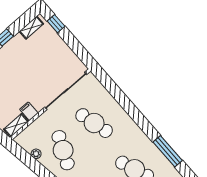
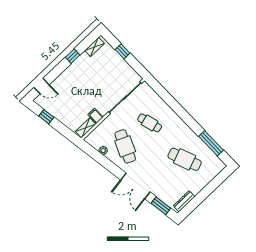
window: (56, 24) -> (123, 51), moved
cafe table: (94, 123) -> (150, 123), width x0.73, depth x0.74

